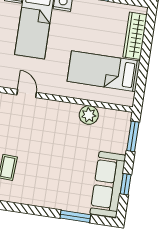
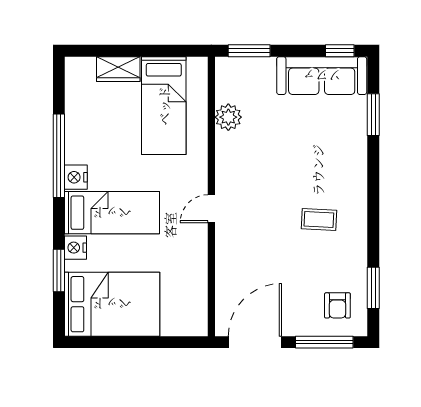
wardrobe: (135, 36) -> (118, 69), width x0.67
window: (126, 184) -> (340, 51), moved

